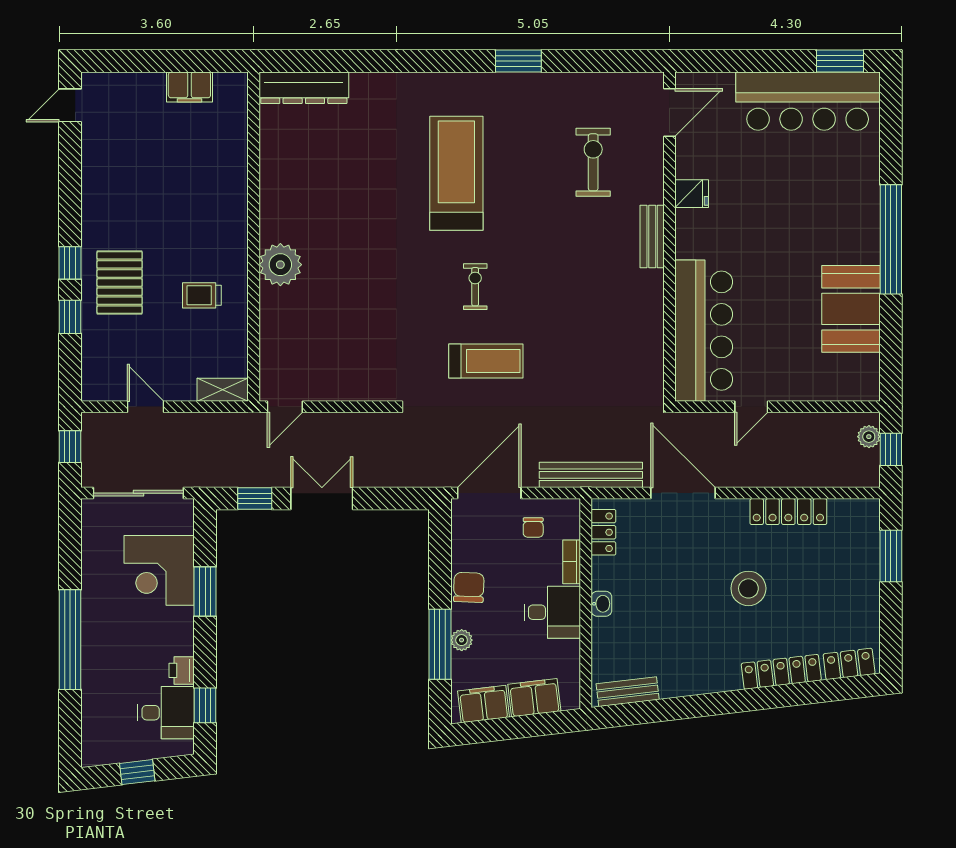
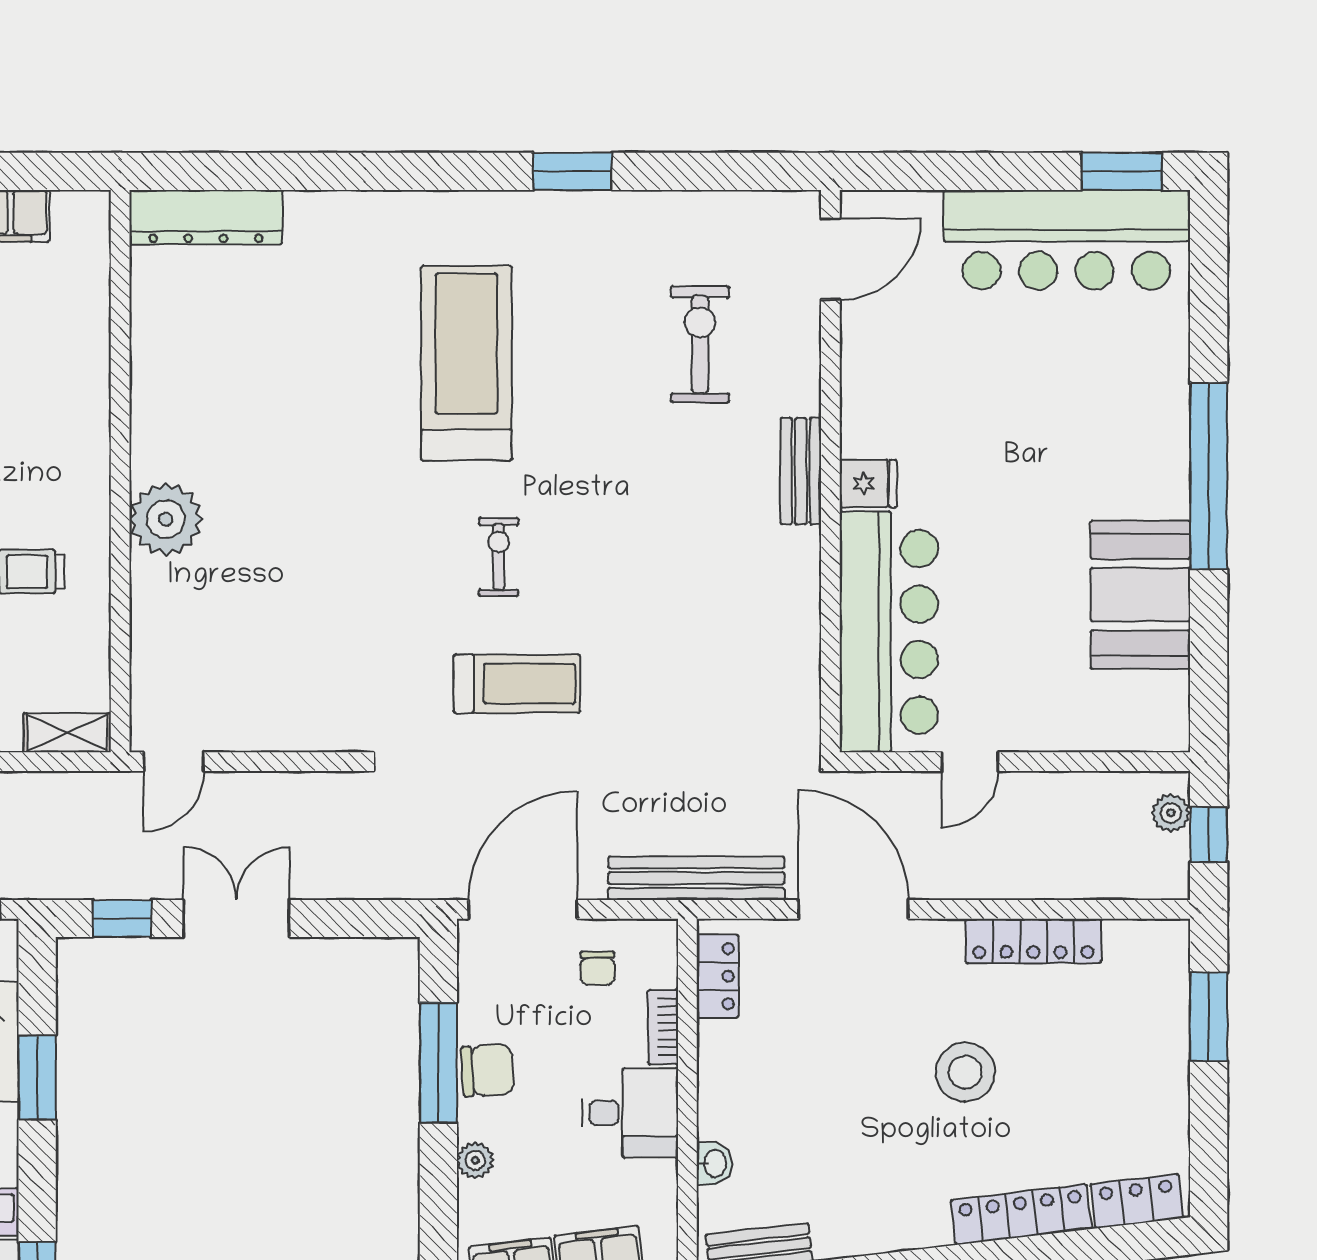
fridge: (692, 194) -> (868, 483), moved
chair: (469, 587) -> (488, 1070), turned 85
washbasin: (601, 604) -> (714, 1164), moved
window: (440, 644) -> (438, 1063), moved

